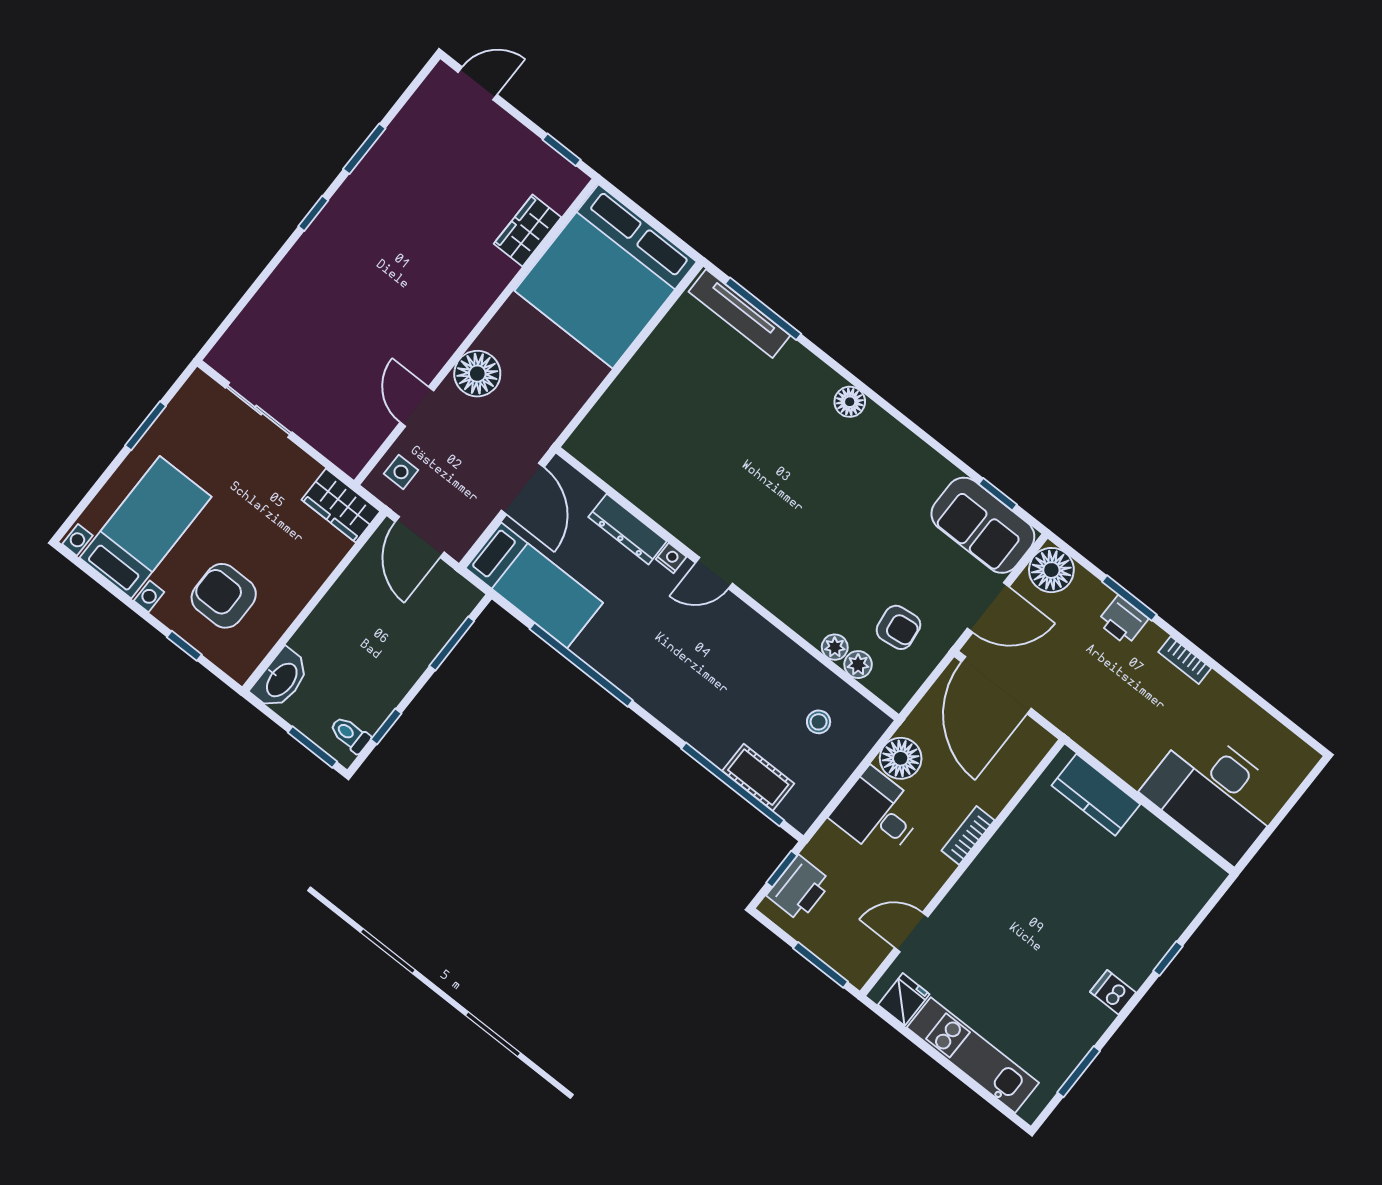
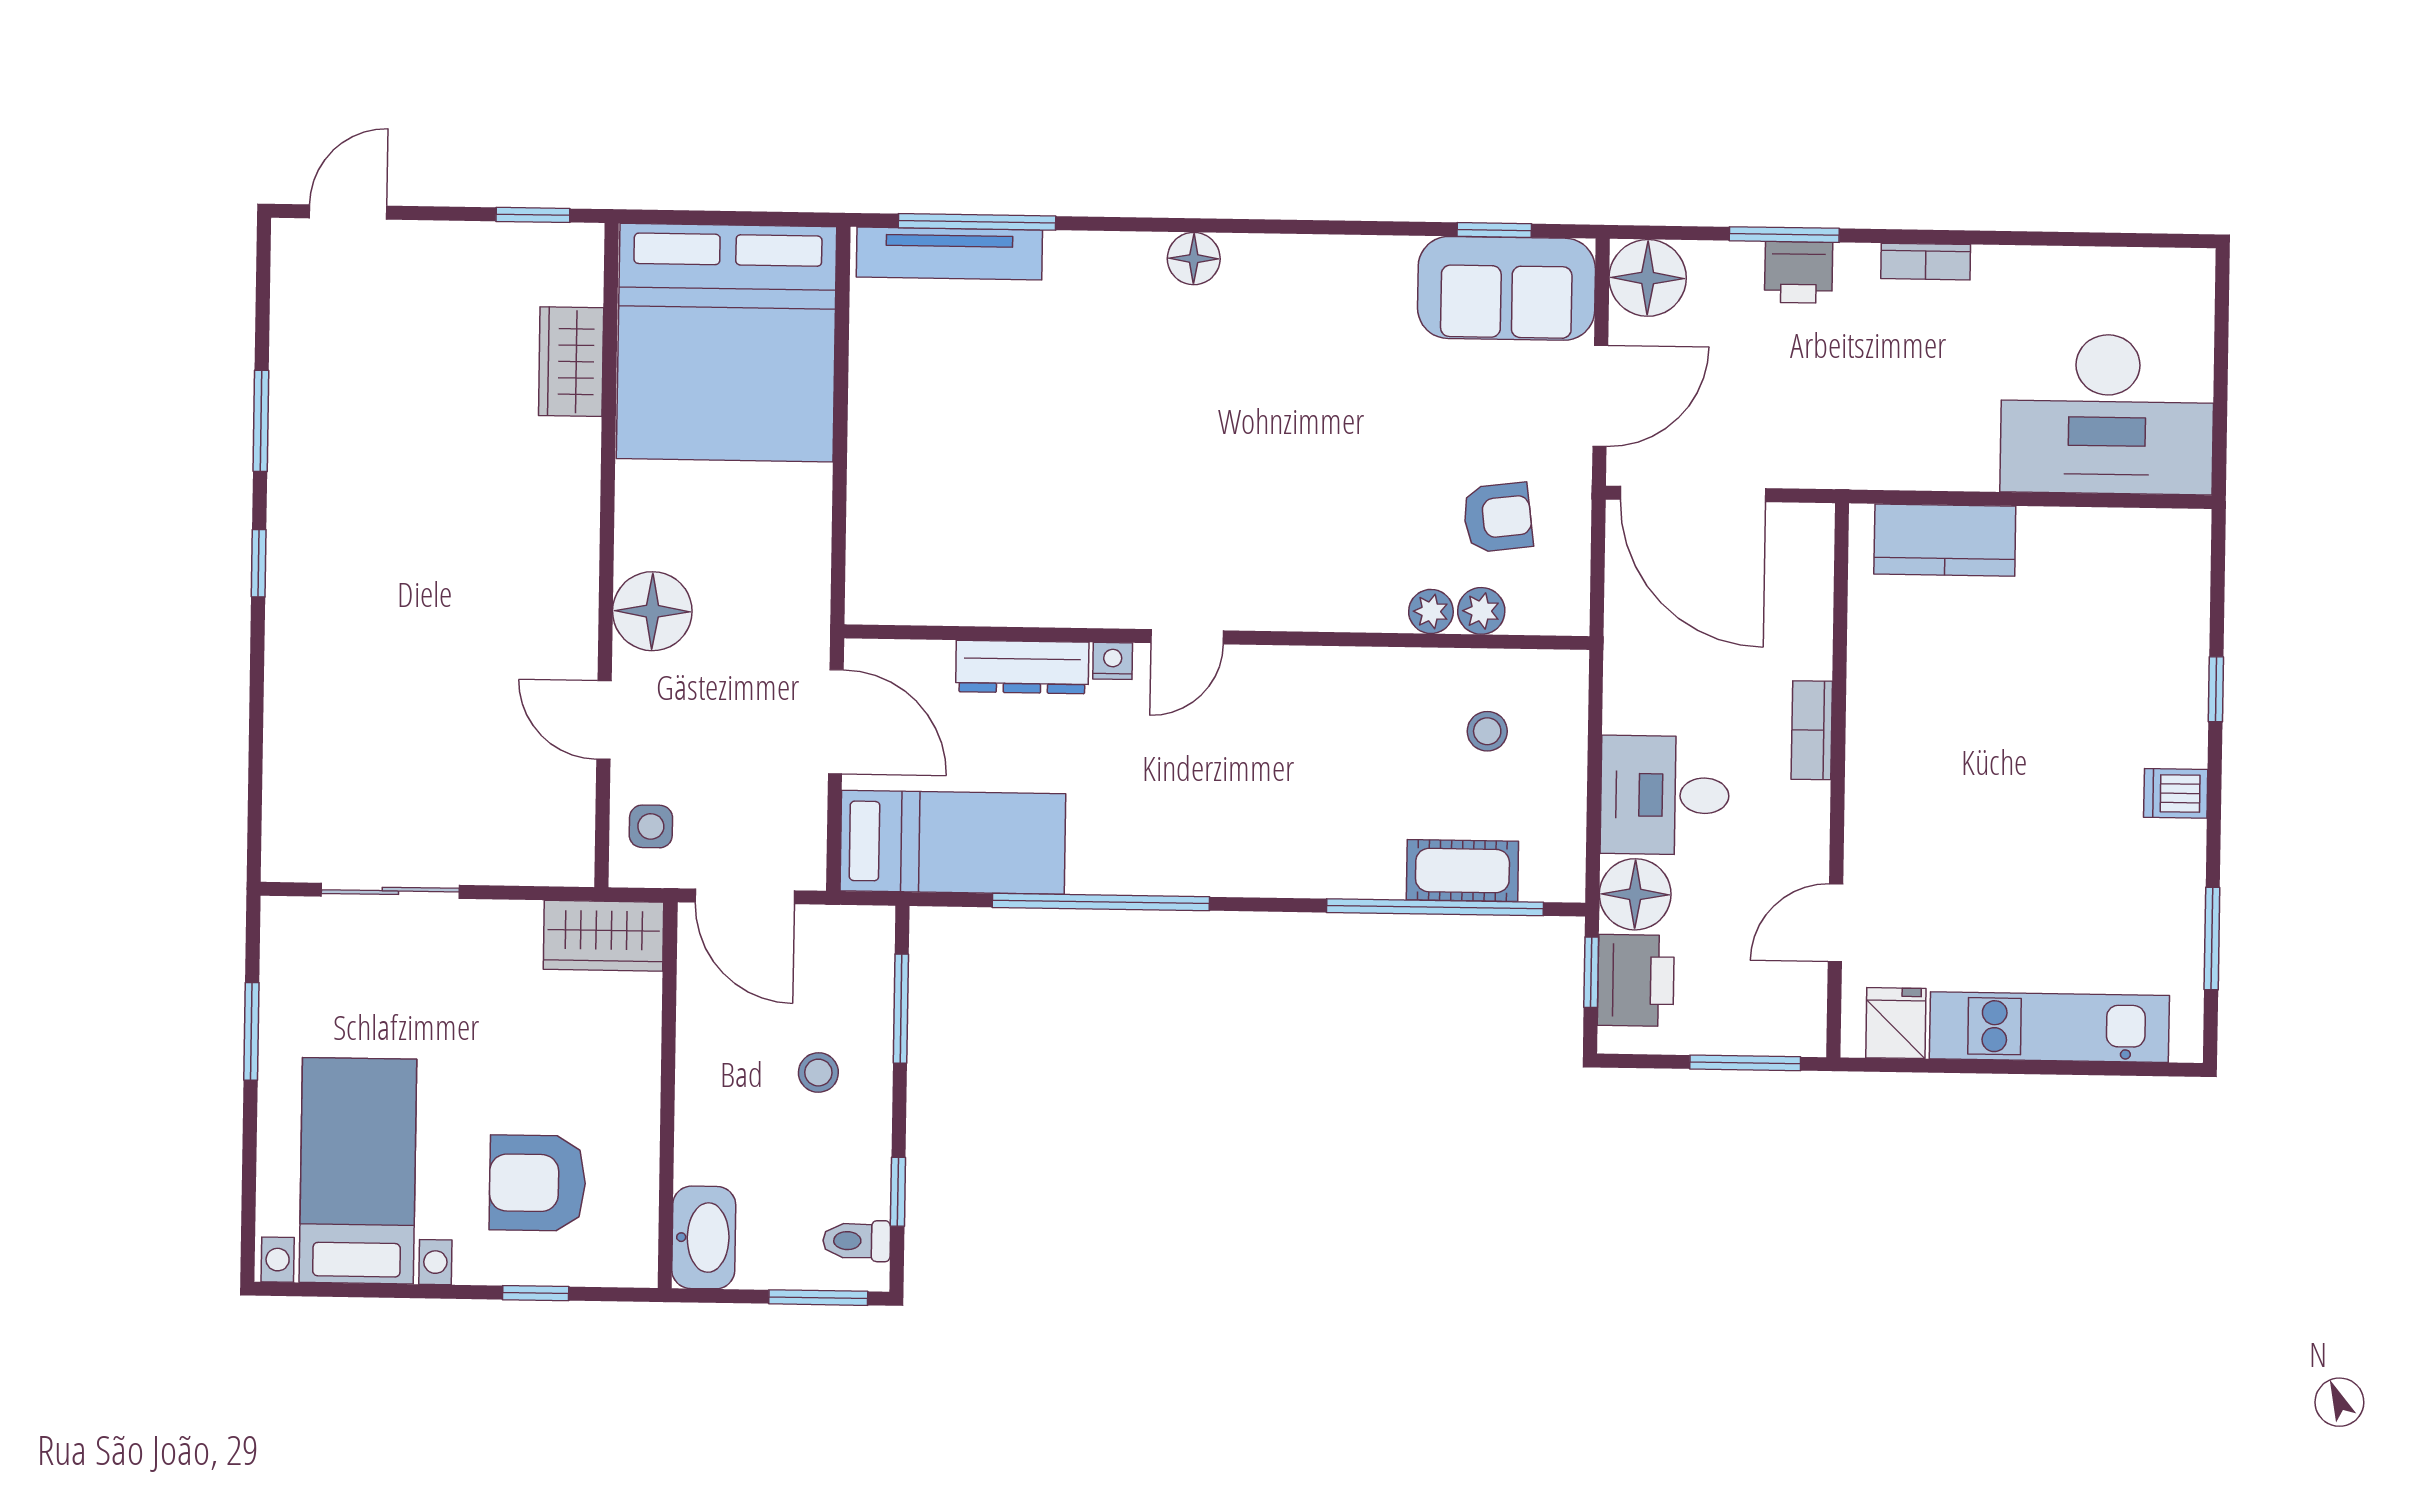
stool: (392, 644) -> (818, 1073), added
floor lamp: (901, 758) -> (1635, 894), moved

